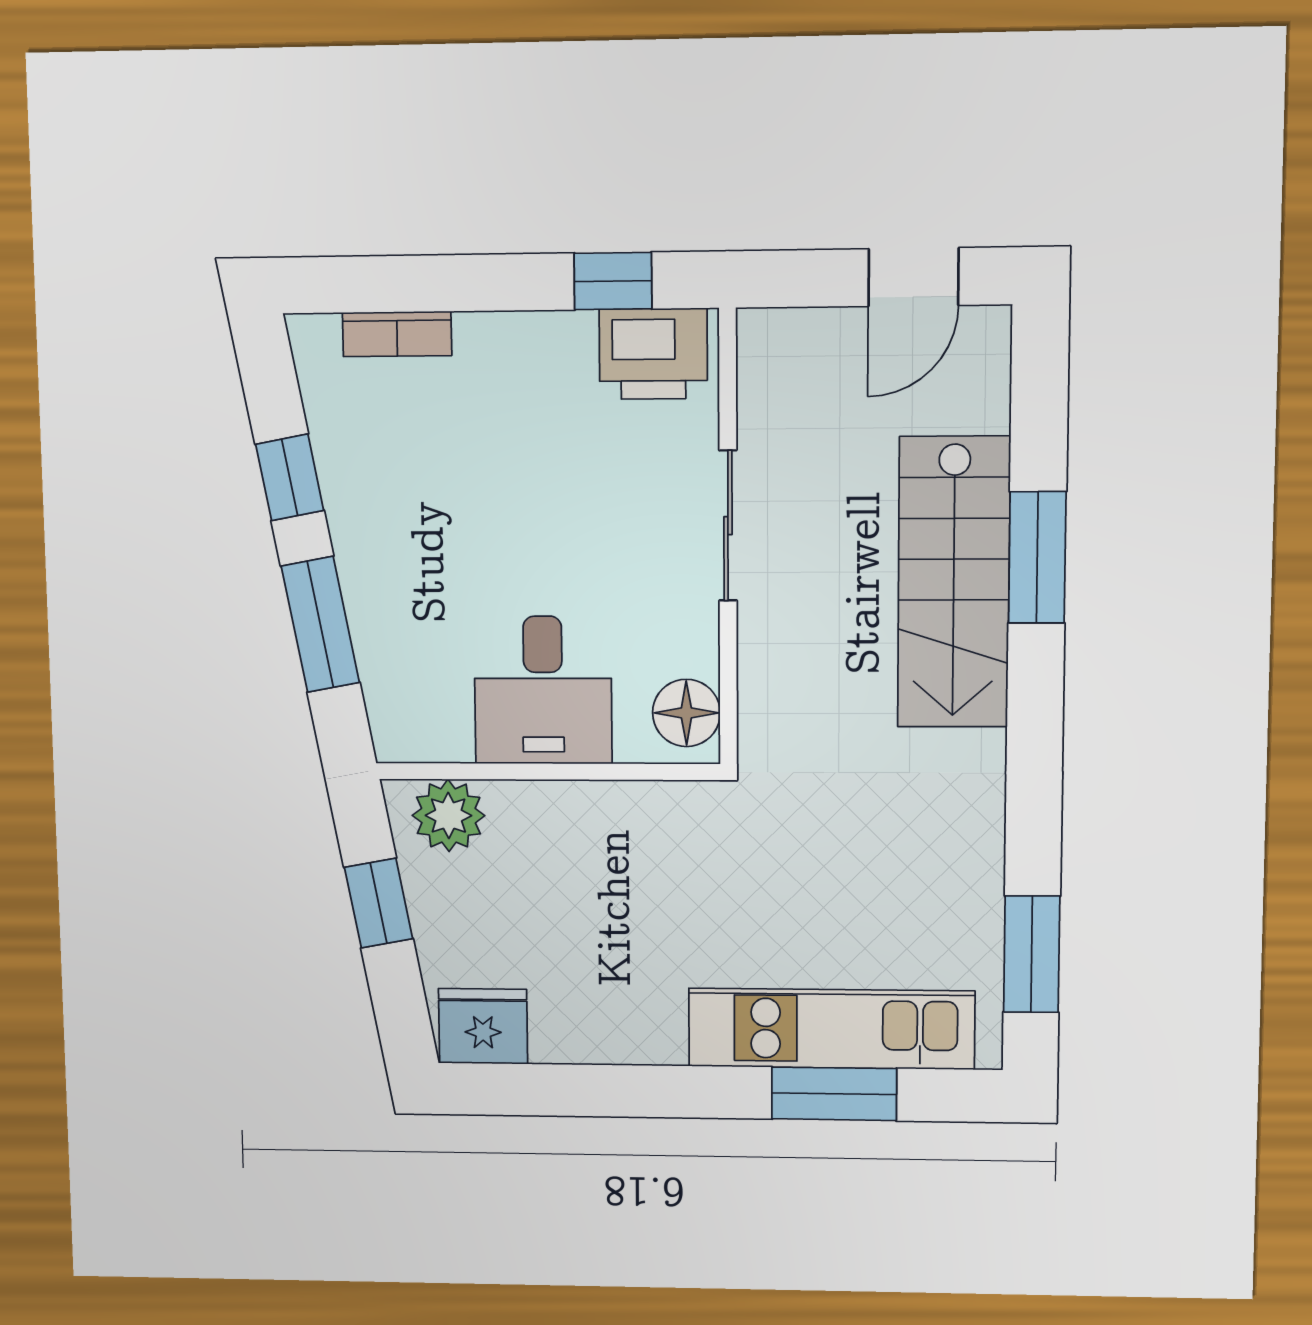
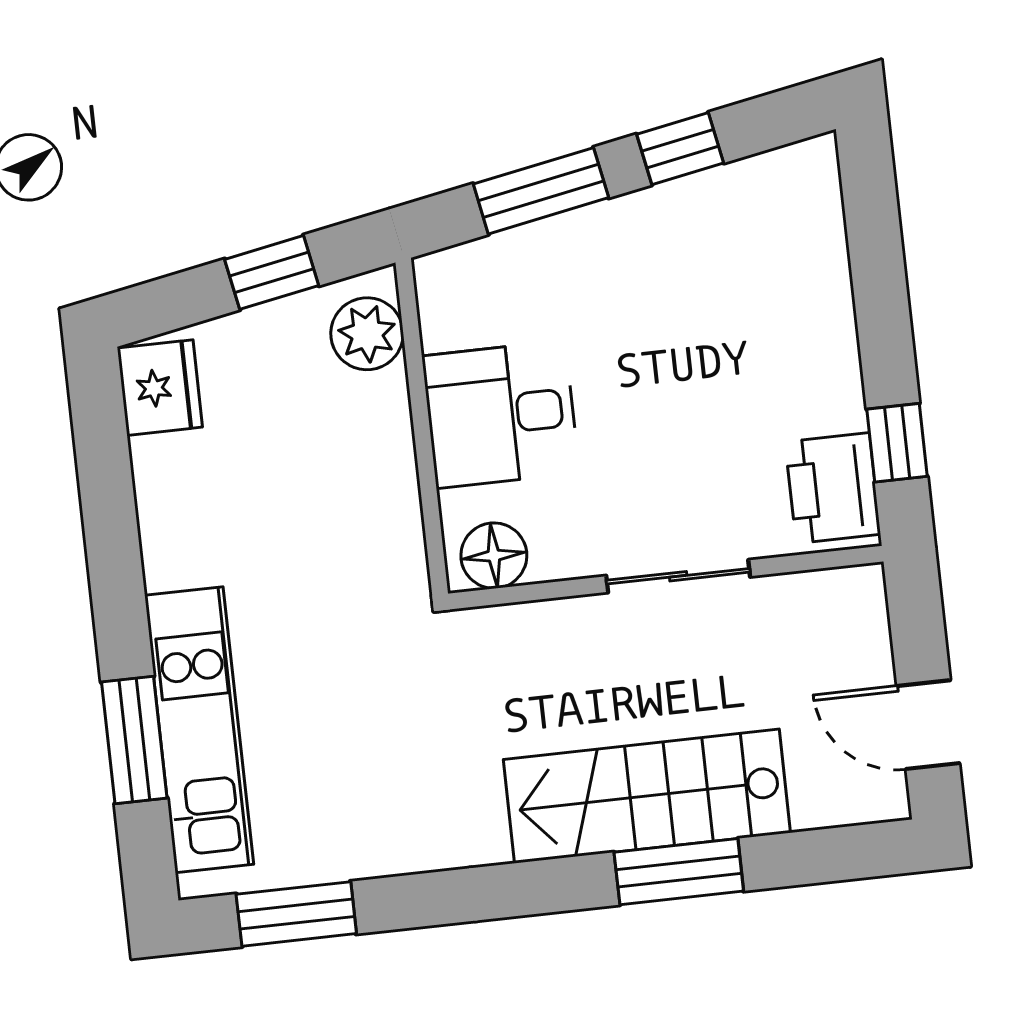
bookcase: (397, 334) -> (827, 241), removed

